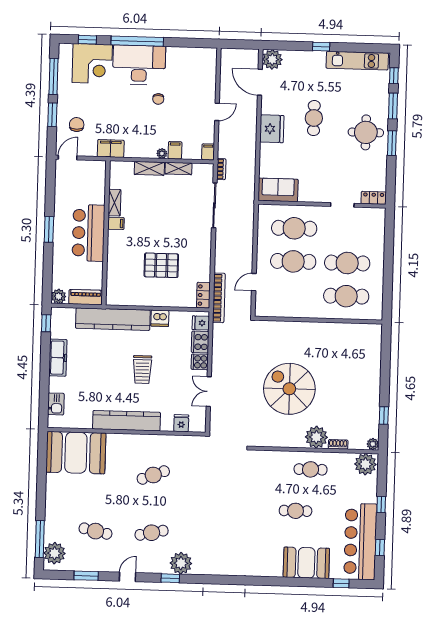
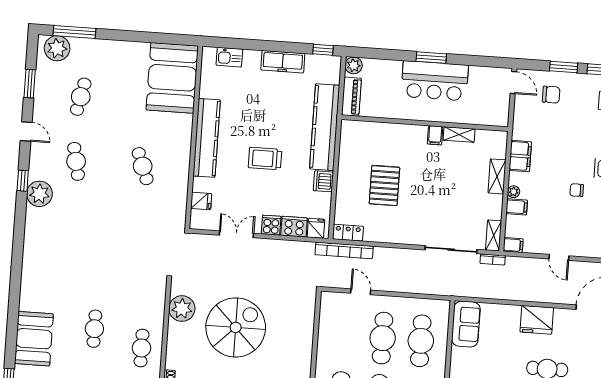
filing cabinet: (111, 148) -> (520, 156), moved
shelving: (179, 169) -> (494, 235), moved
bar counter: (88, 233) -> (435, 81), moved, turned 180
plant: (316, 437) -> (182, 309), moved

